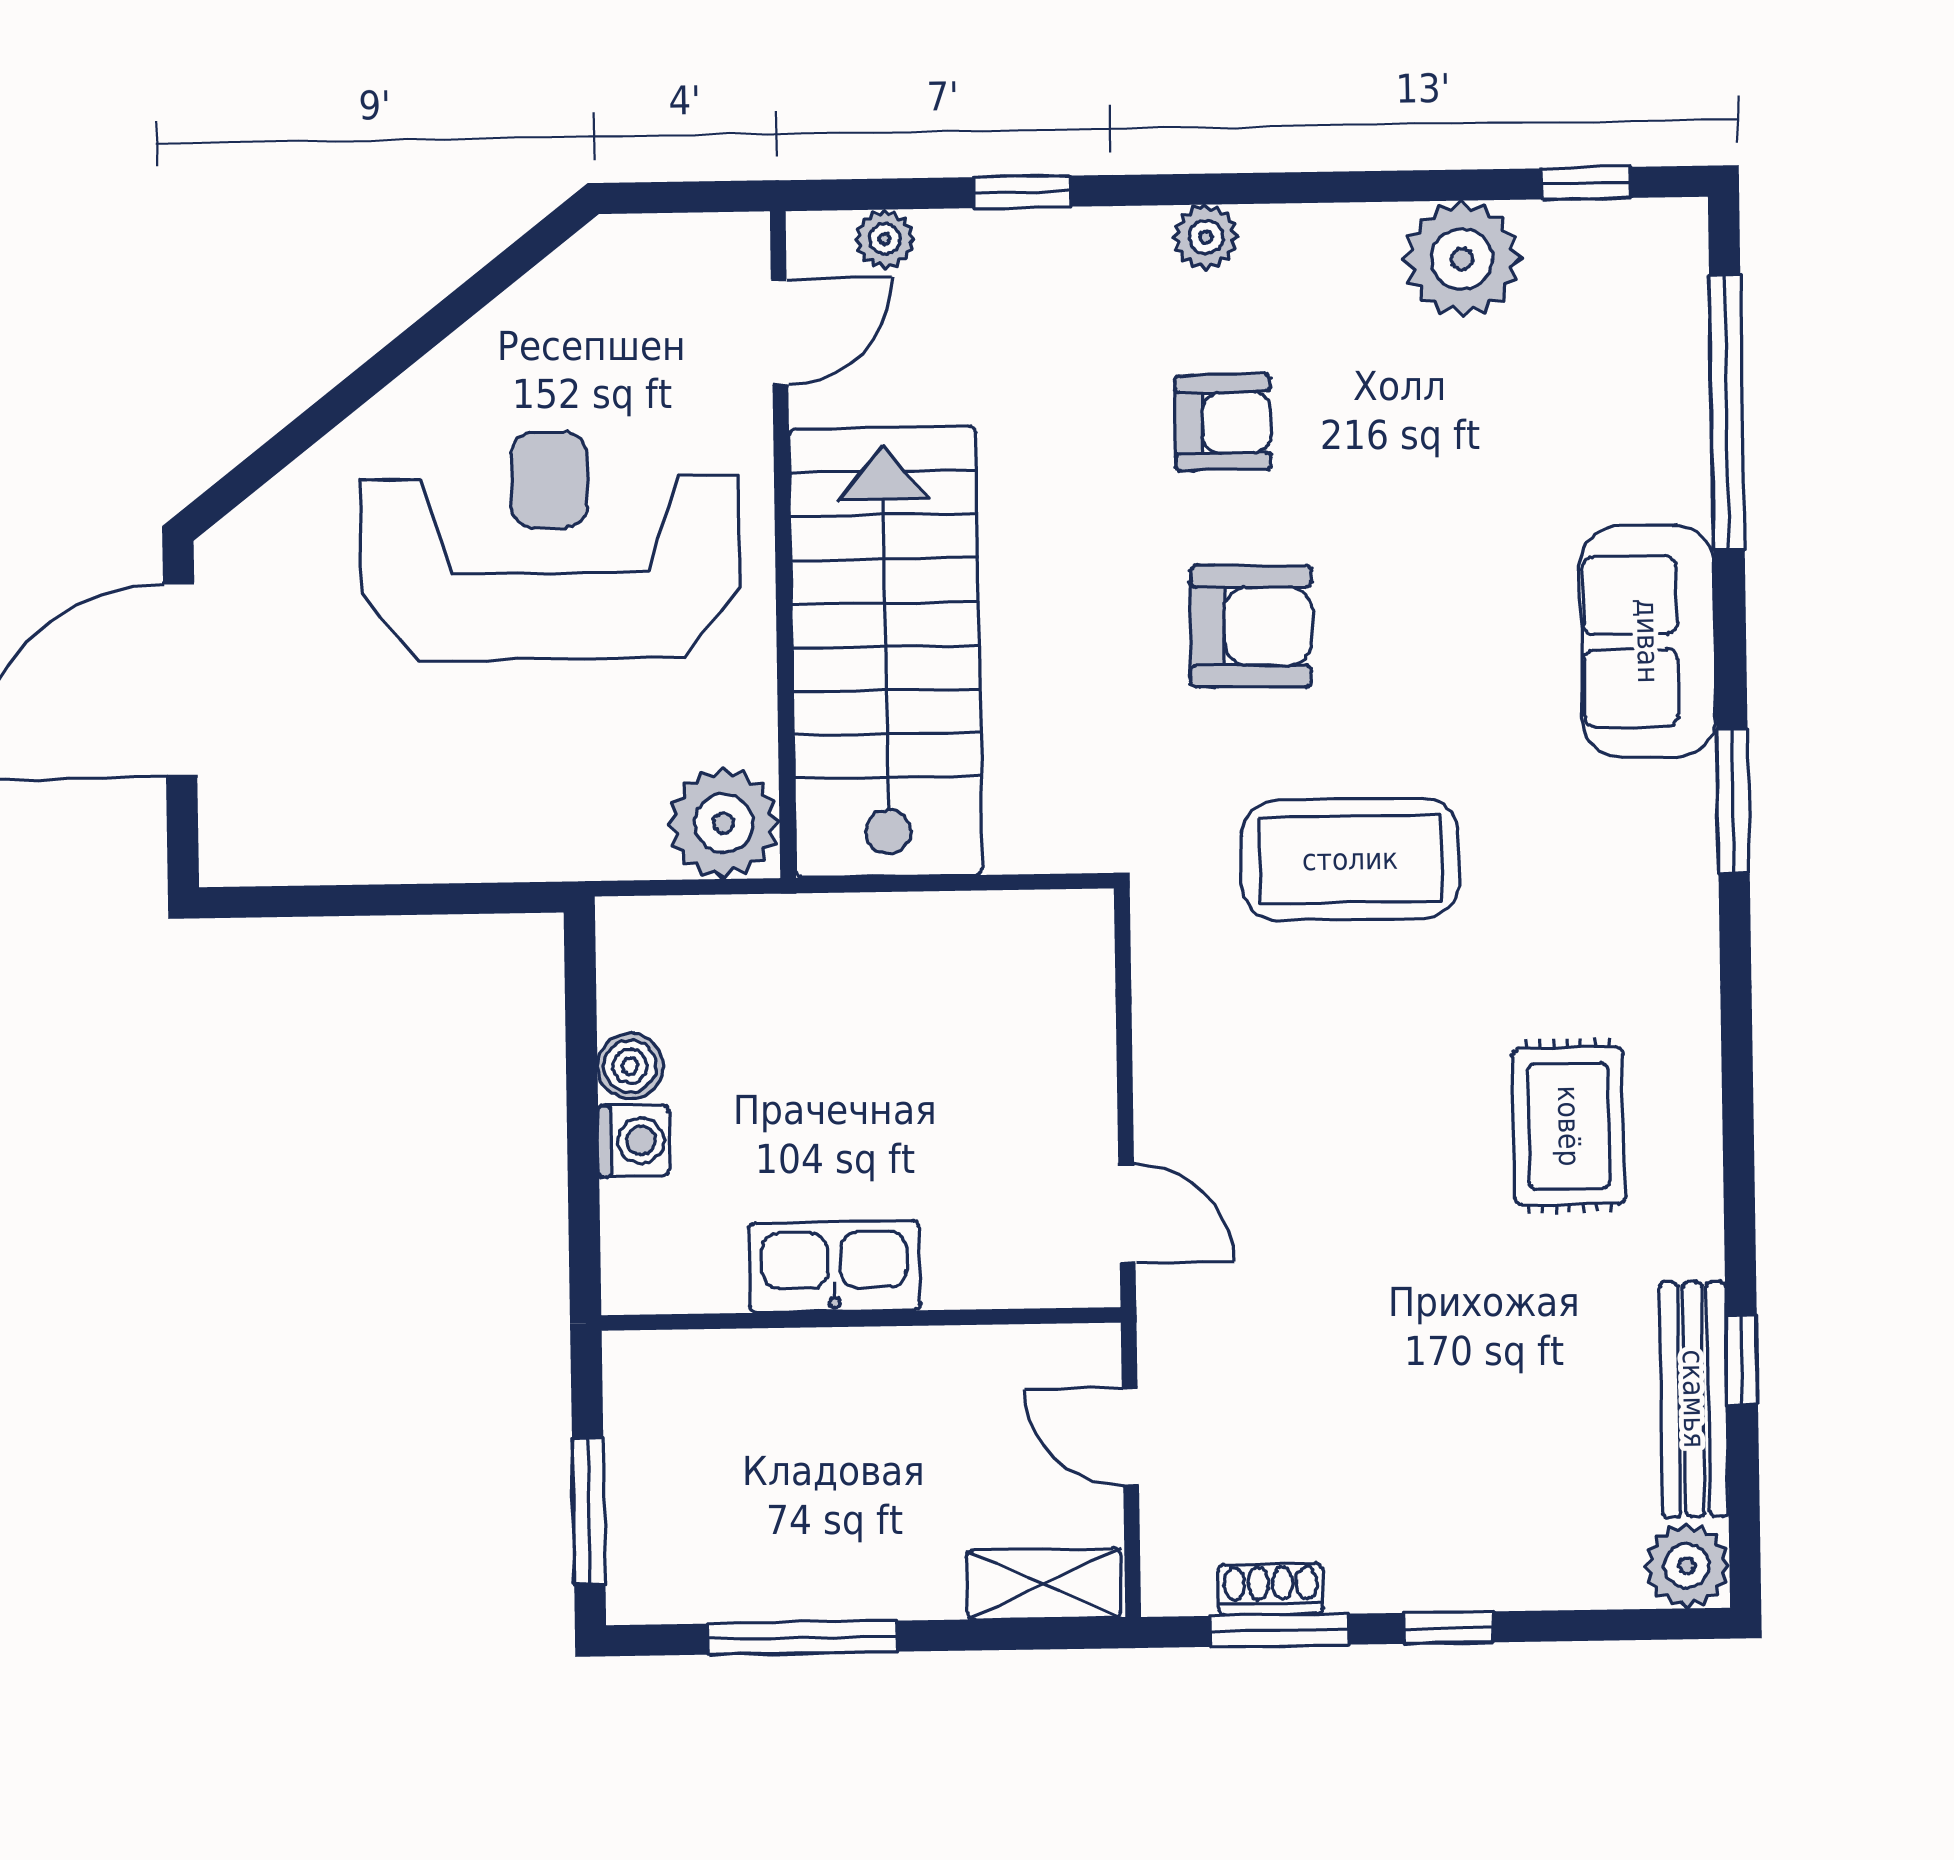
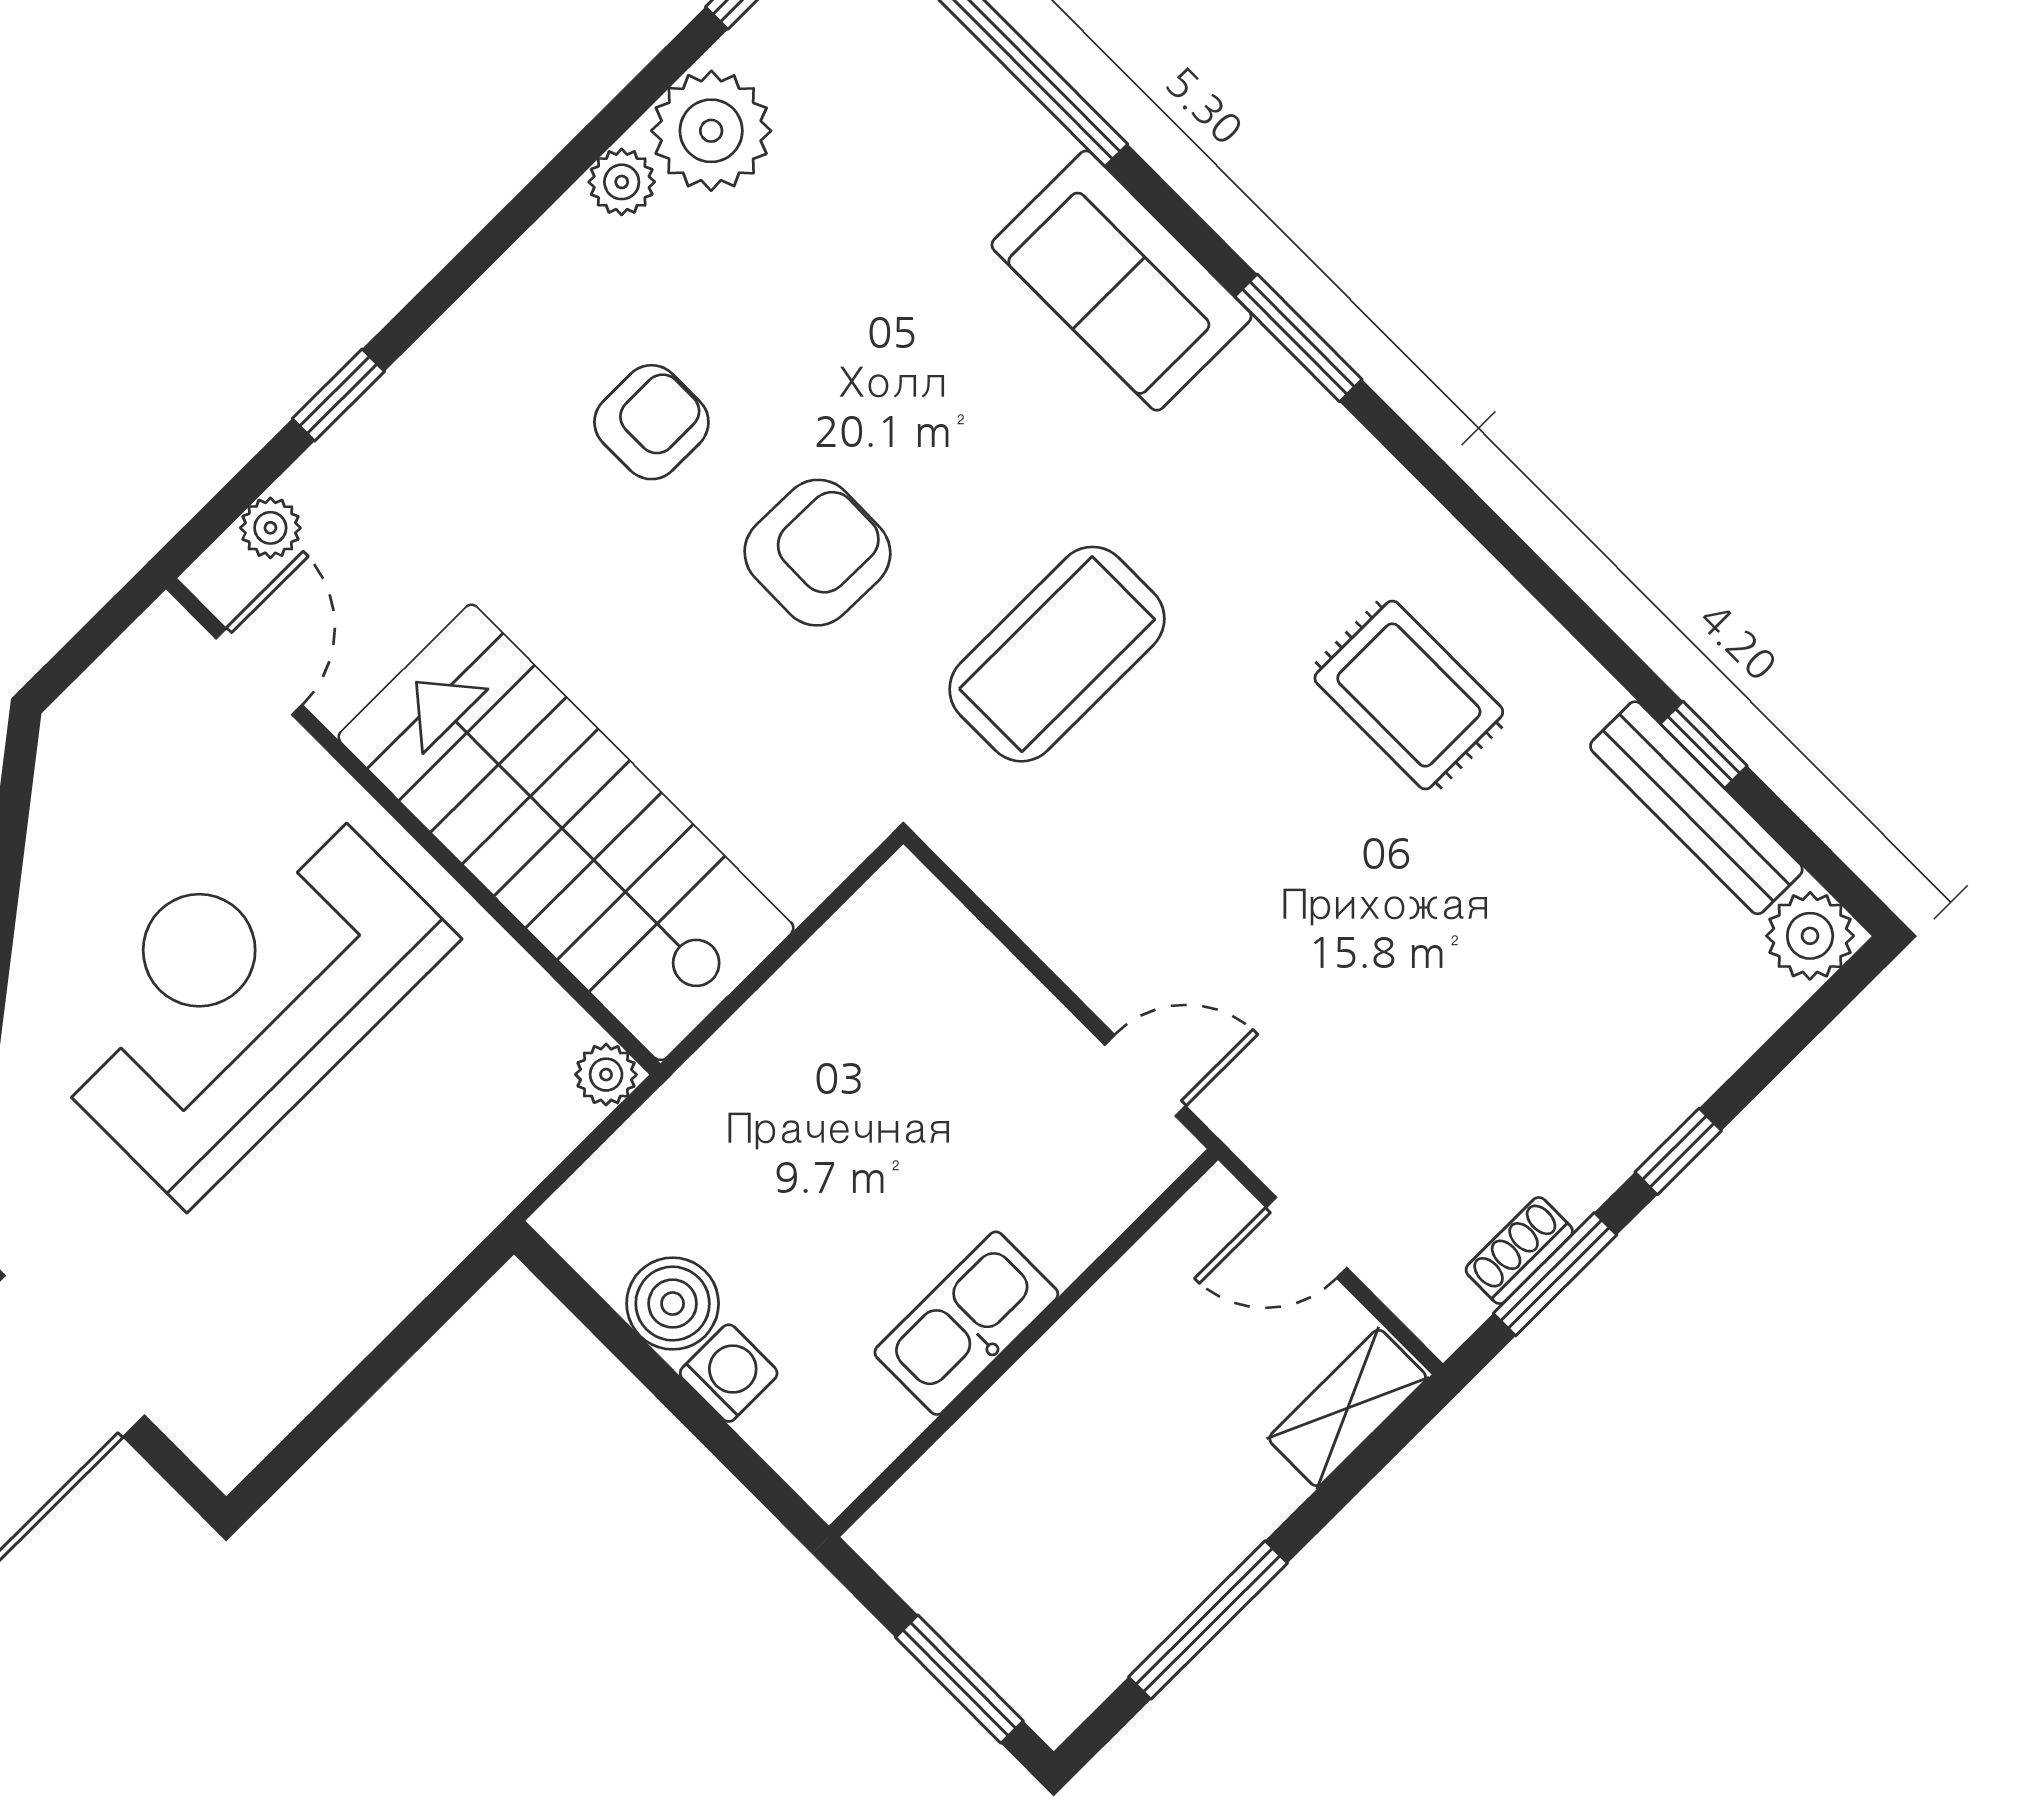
plant: (1206, 237) -> (622, 182), moved
plant: (724, 823) -> (606, 1075), width x0.53, depth x0.53
boiler: (630, 1066) -> (673, 1304), width x1.36, depth x1.36

